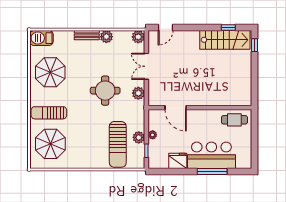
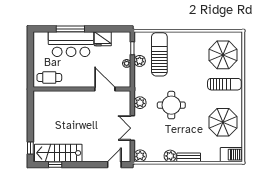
double door: (146, 66) -> (132, 128), swing flipped

